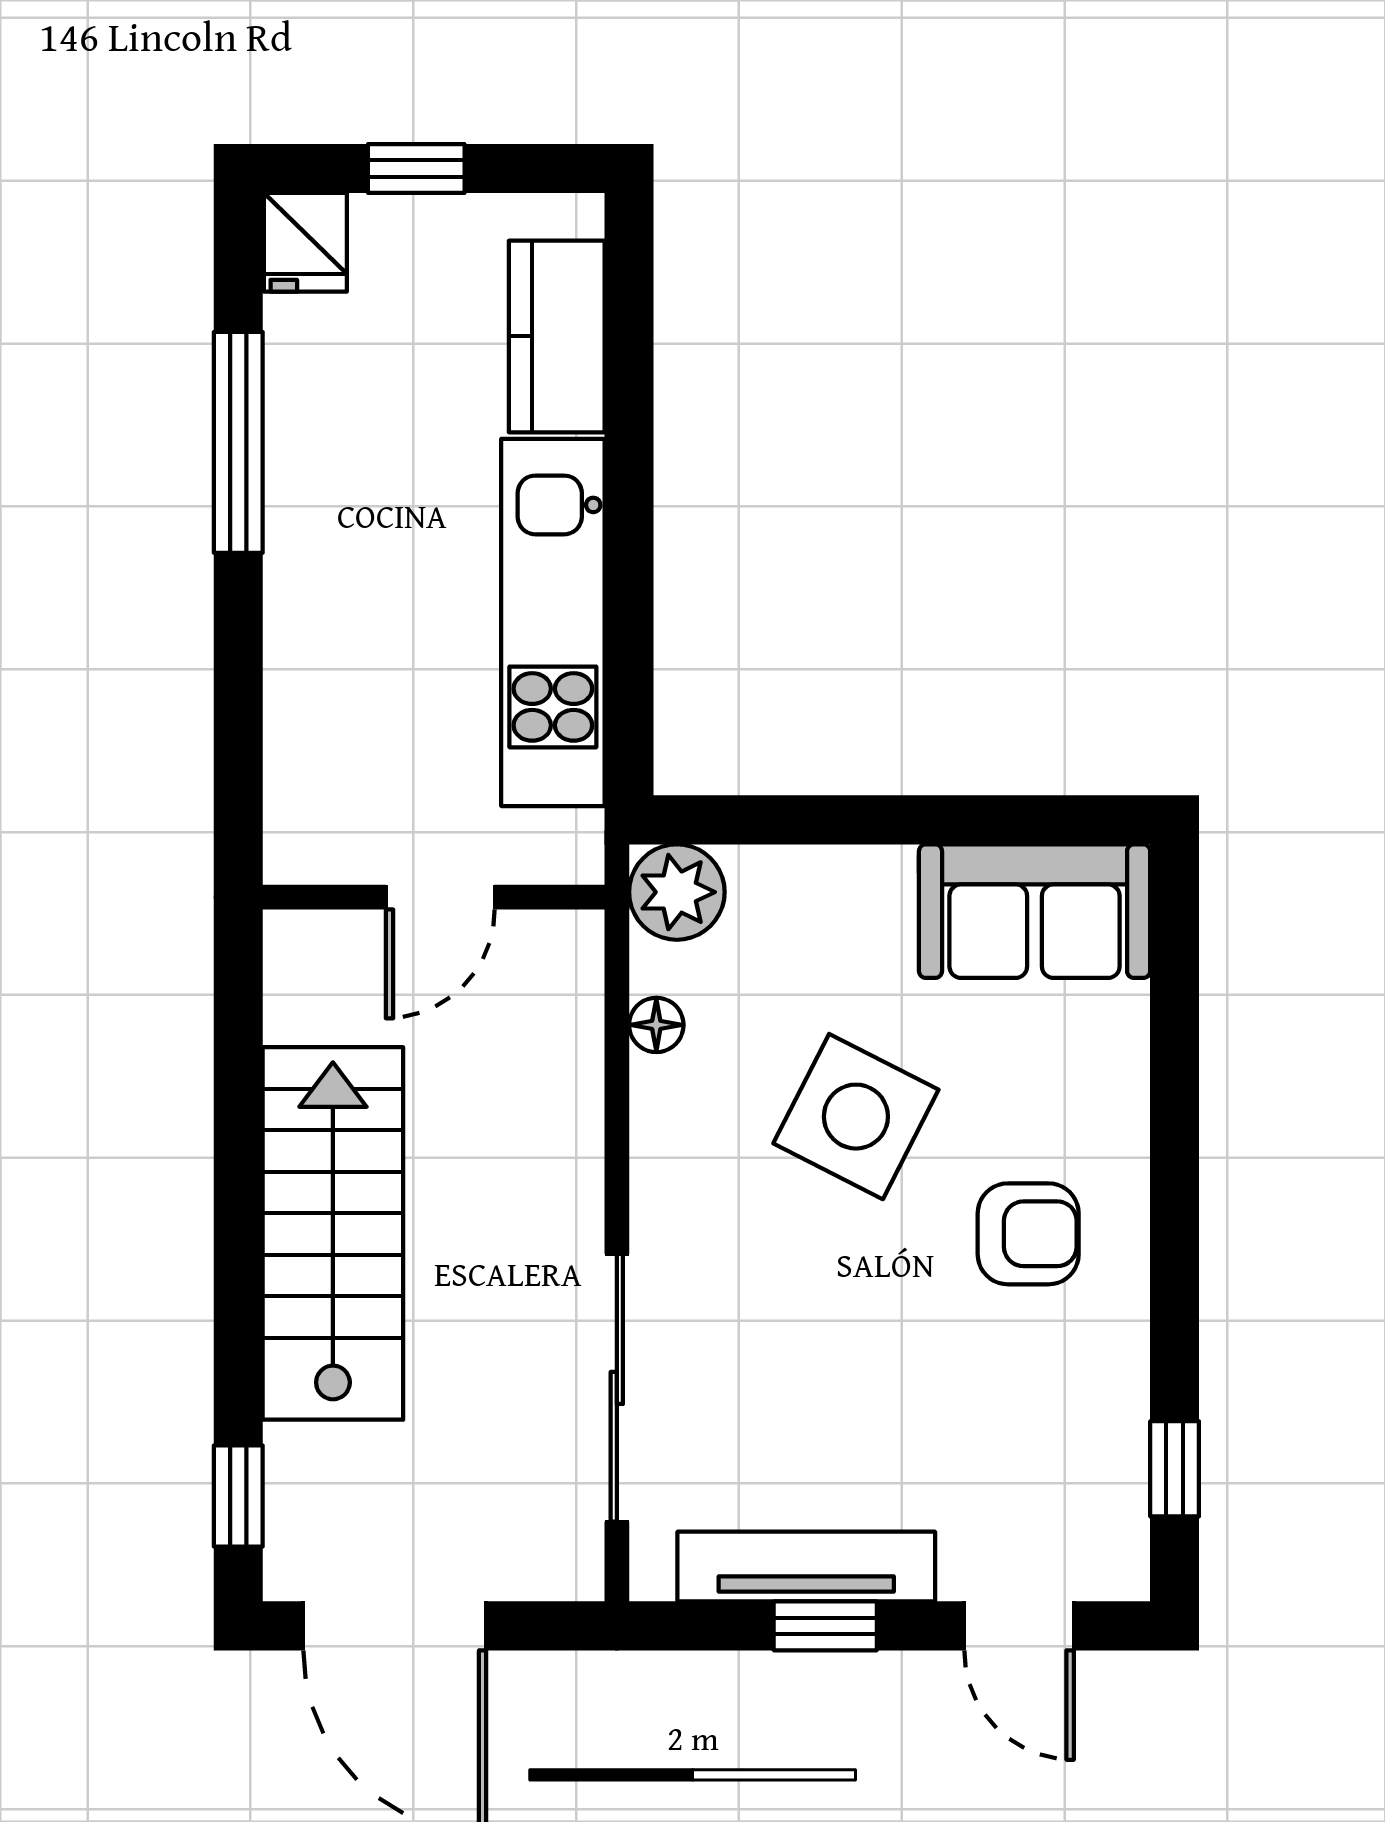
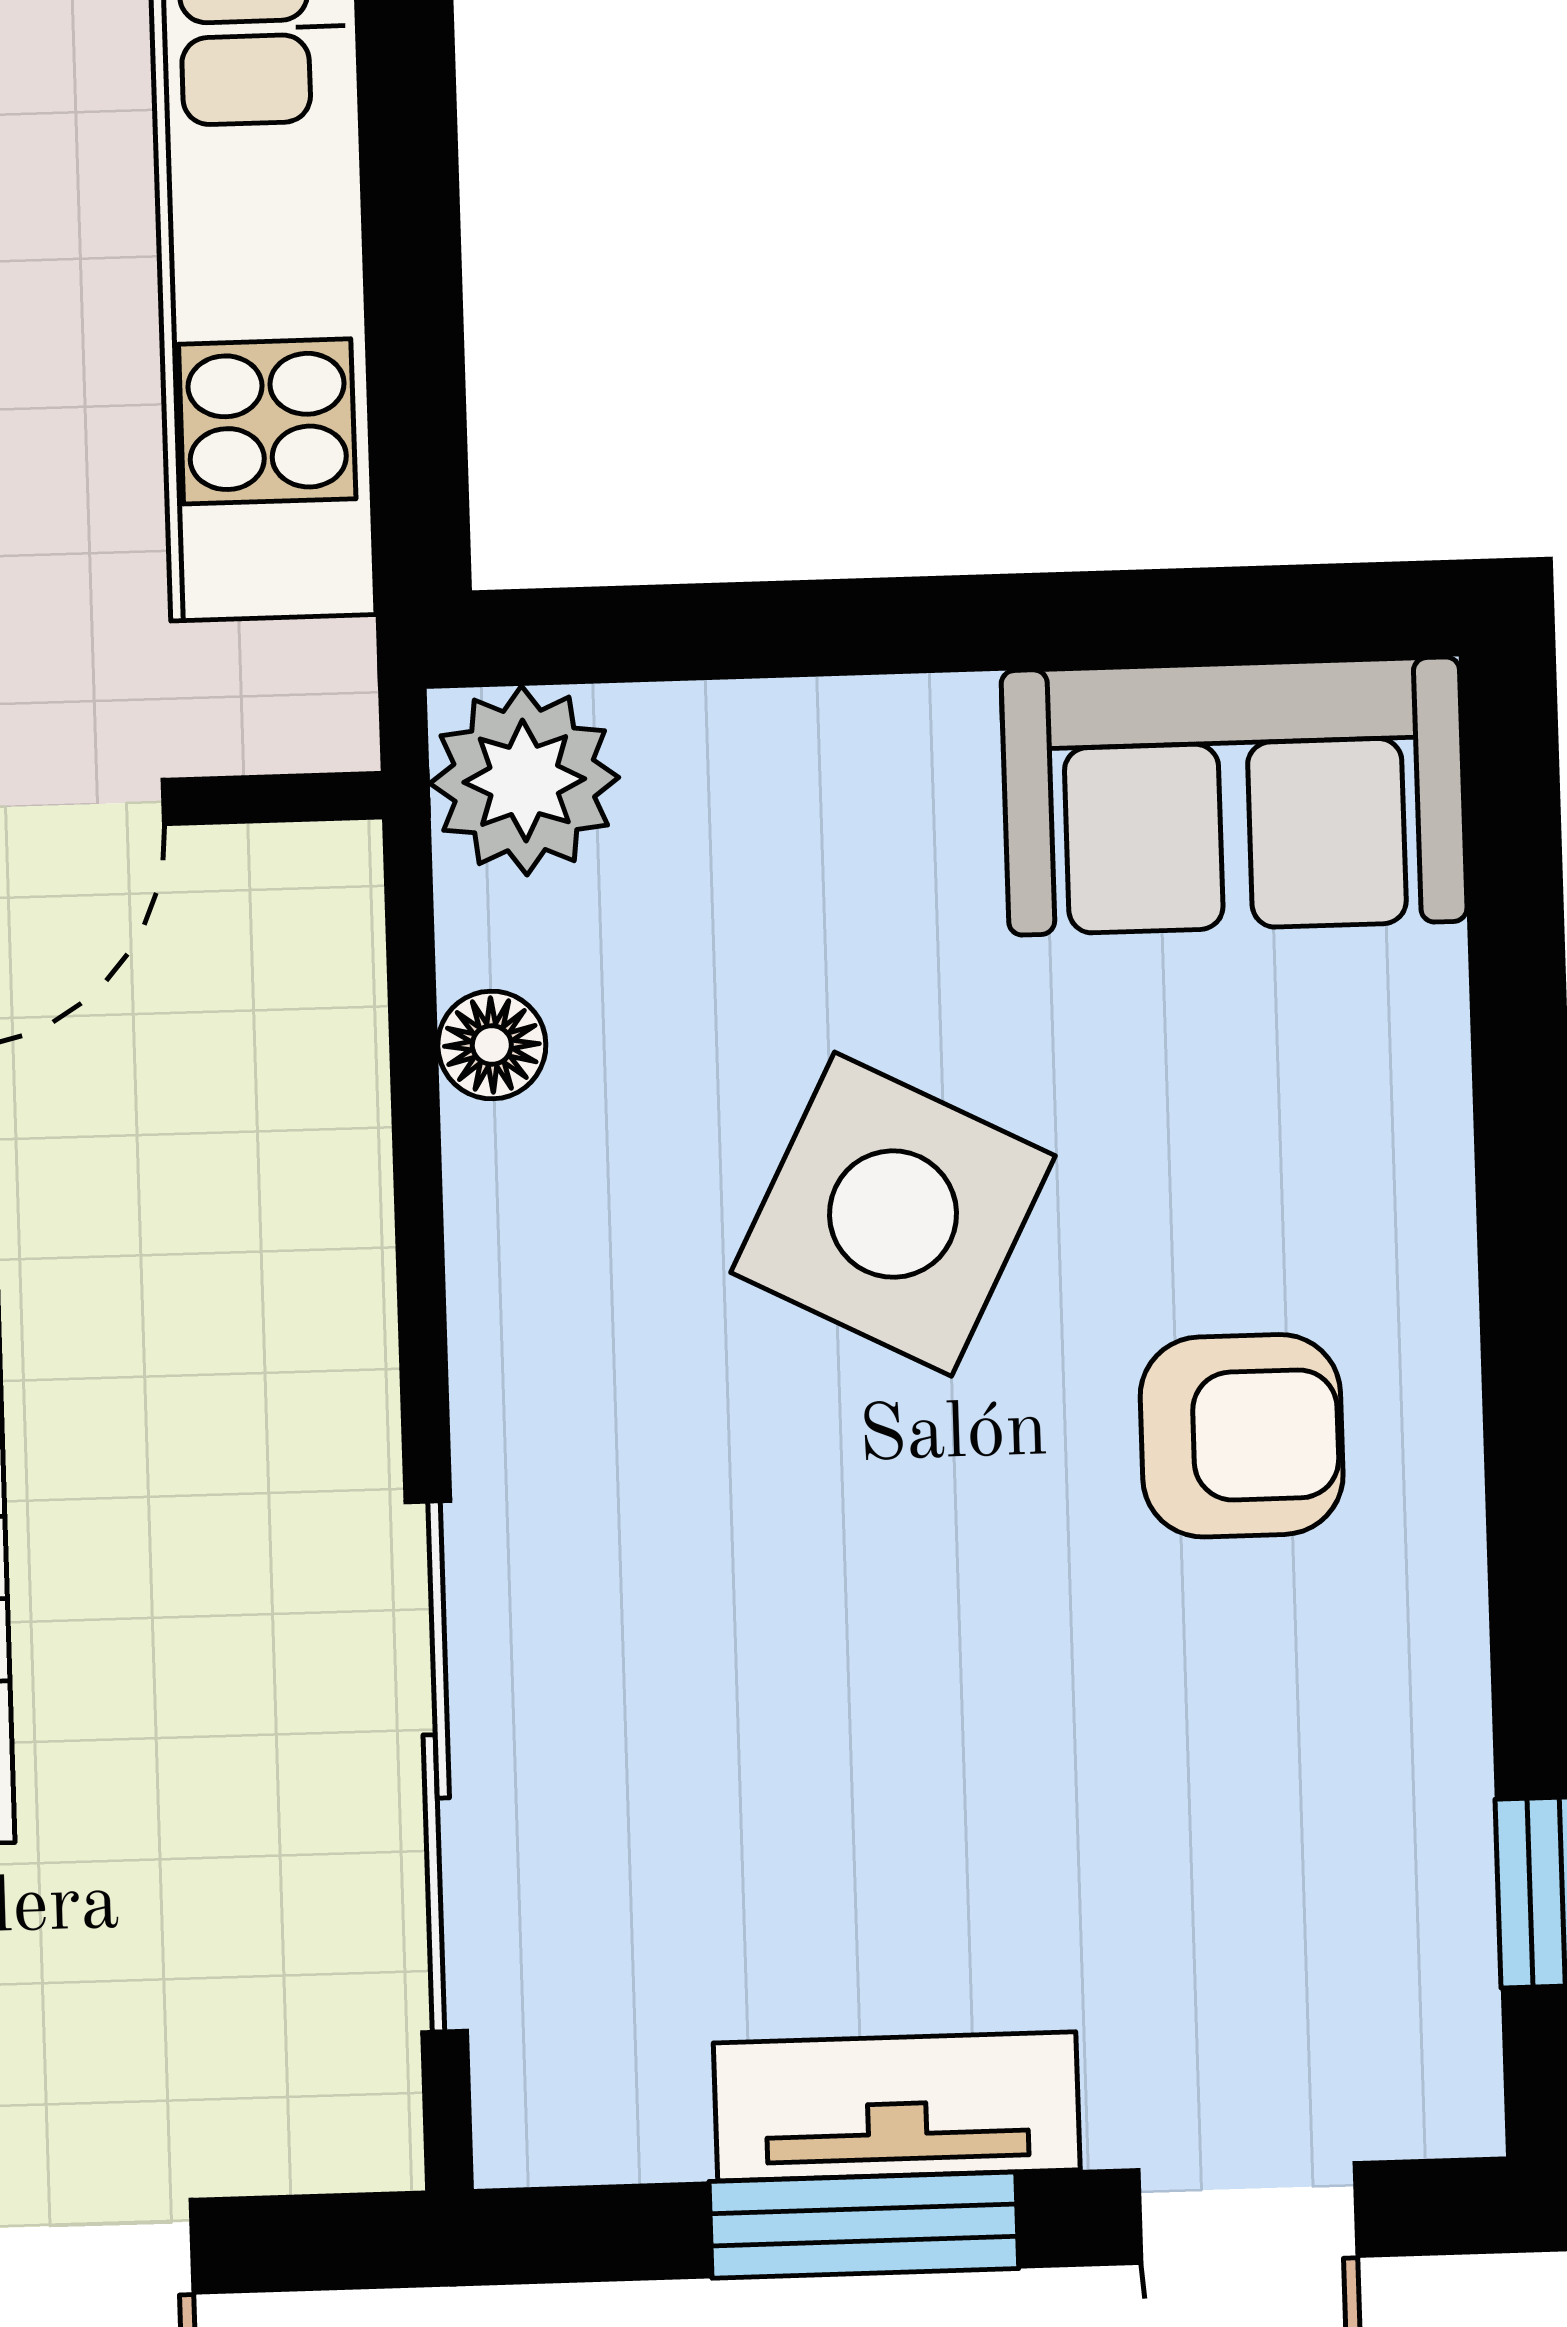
tv unit: (806, 1567) -> (897, 2106), width x0.71
window: (825, 1626) -> (864, 2225), width x1.50

